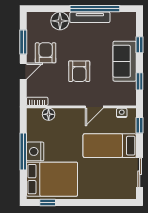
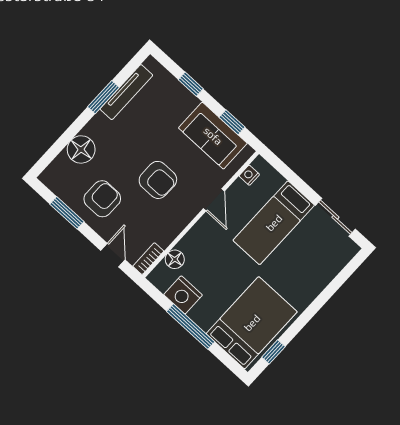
window: (95, 9) -> (103, 97), width x0.47
tv unit: (90, 17) -> (126, 92), moved
armchair: (46, 53) -> (102, 199), turned 90
sofa: (125, 61) -> (213, 136), moved
door: (23, 71) -> (113, 255), moved
window: (140, 125) -> (282, 168), removed
nightstand: (35, 151) -> (183, 295), moved

